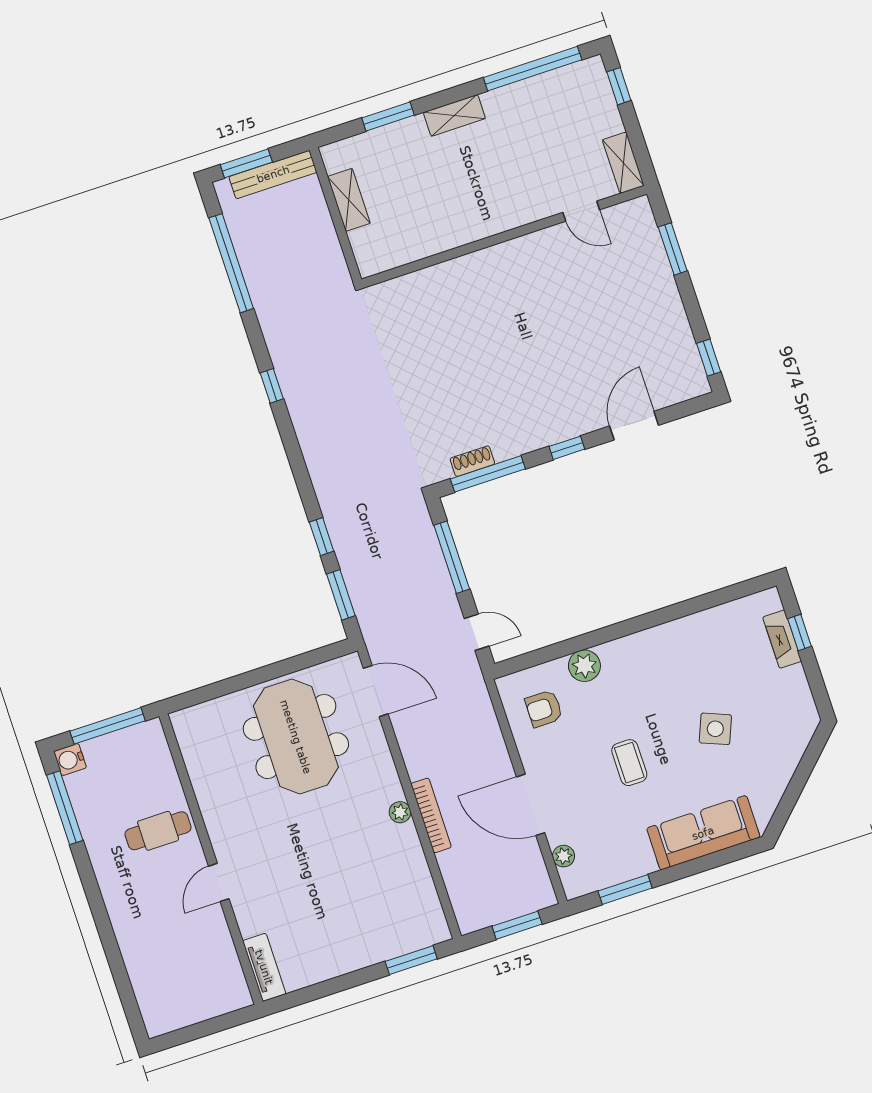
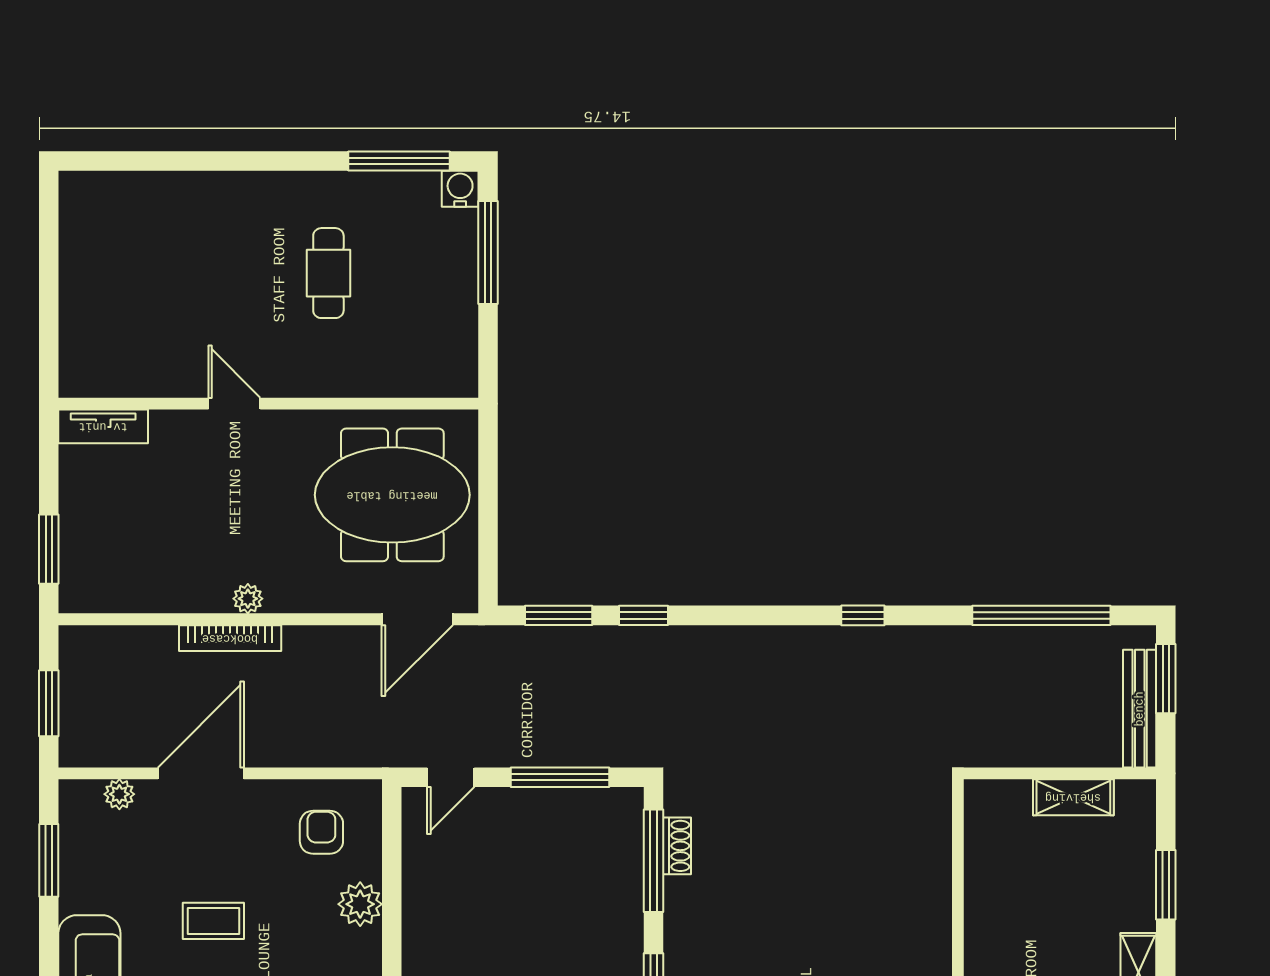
wall: (211, 859) -> (268, 404), moved
door: (219, 882) -> (234, 404), moved
tv unit: (264, 967) -> (103, 426), moved

